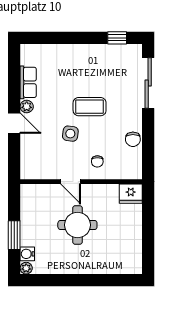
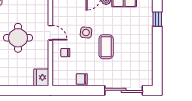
window: (117, 38) -> (157, 19), moved
door: (71, 182) -> (50, 33), swing flipped

